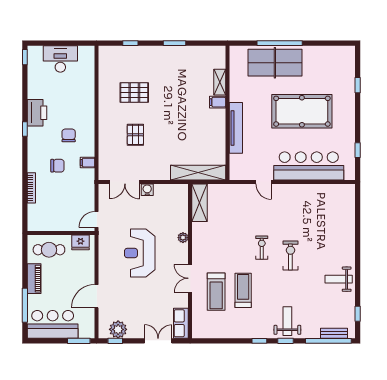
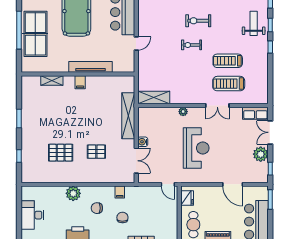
pallet: (134, 92) -> (61, 153), turned 90
filing cabinet: (218, 102) -> (80, 82), moved
plant: (86, 107) -> (73, 193), added
shelving: (198, 173) -> (128, 116), moved
reception desk: (140, 253) -> (196, 148), turned -90
treadmill: (216, 292) -> (229, 84), turned 180
weight bench: (287, 321) -> (254, 23), turned 90
plant: (118, 329) -> (261, 154), moved

